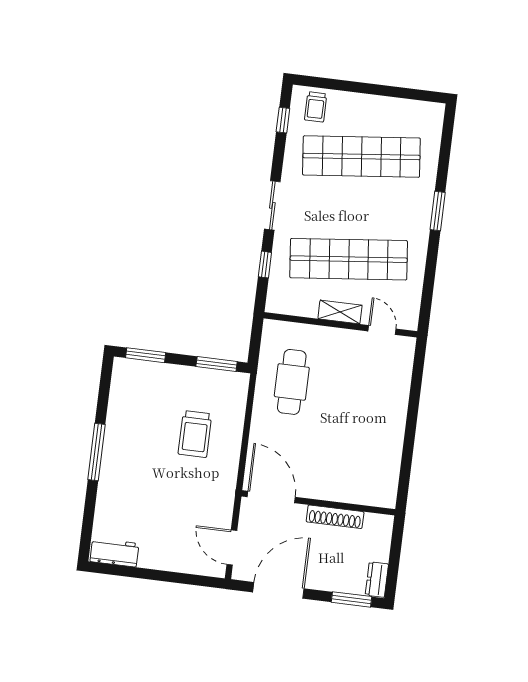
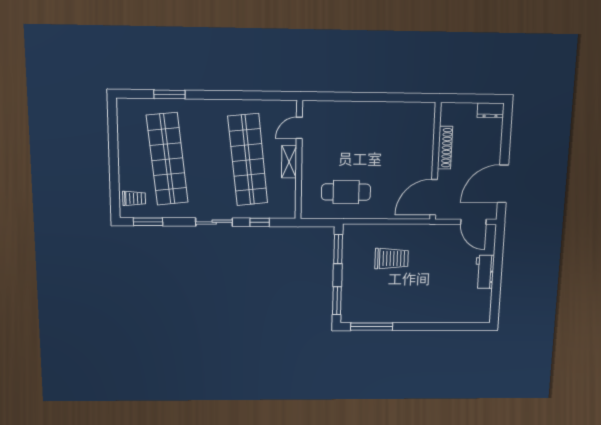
window: (283, 120) -> (148, 222), width x1.50
window: (438, 211) -> (169, 94), moved
window: (97, 452) -> (372, 327), moved
door: (232, 548) -> (473, 222), hinge flipped
workbench: (114, 553) -> (485, 272), moved
door: (278, 590) -> (503, 184), hinge flipped
window: (351, 599) -> (507, 128), removed

